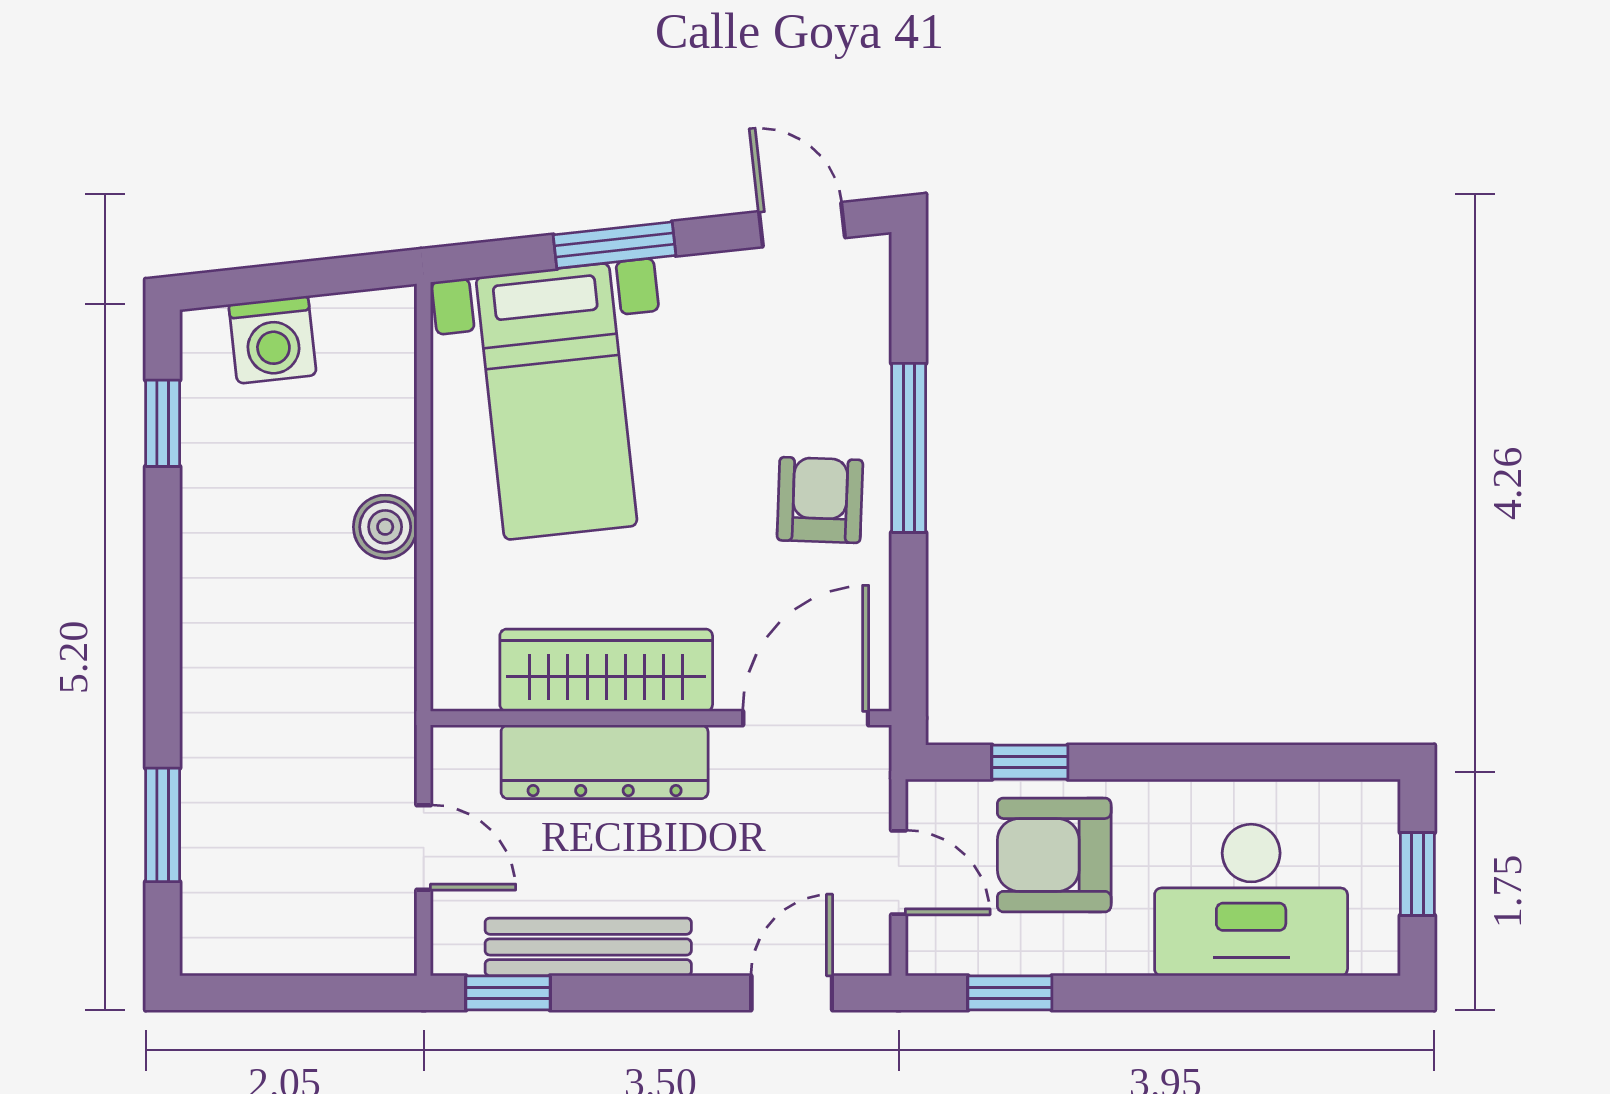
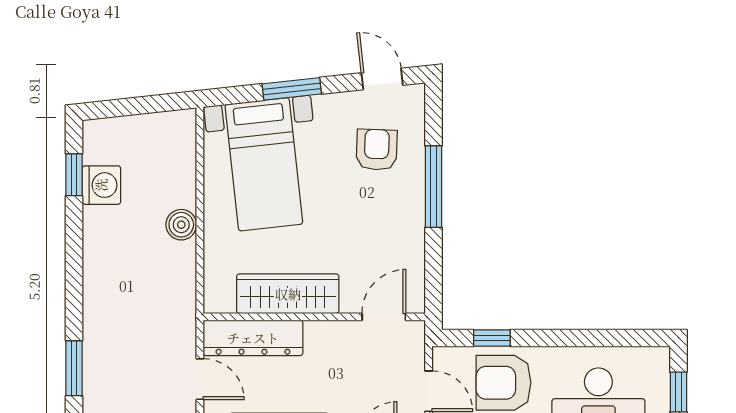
washing machine: (273, 340) -> (101, 185), moved, turned -84
armchair: (820, 500) -> (377, 150), moved
door: (806, 718) -> (384, 317), width x0.73
dresser: (605, 762) -> (253, 338), moved

